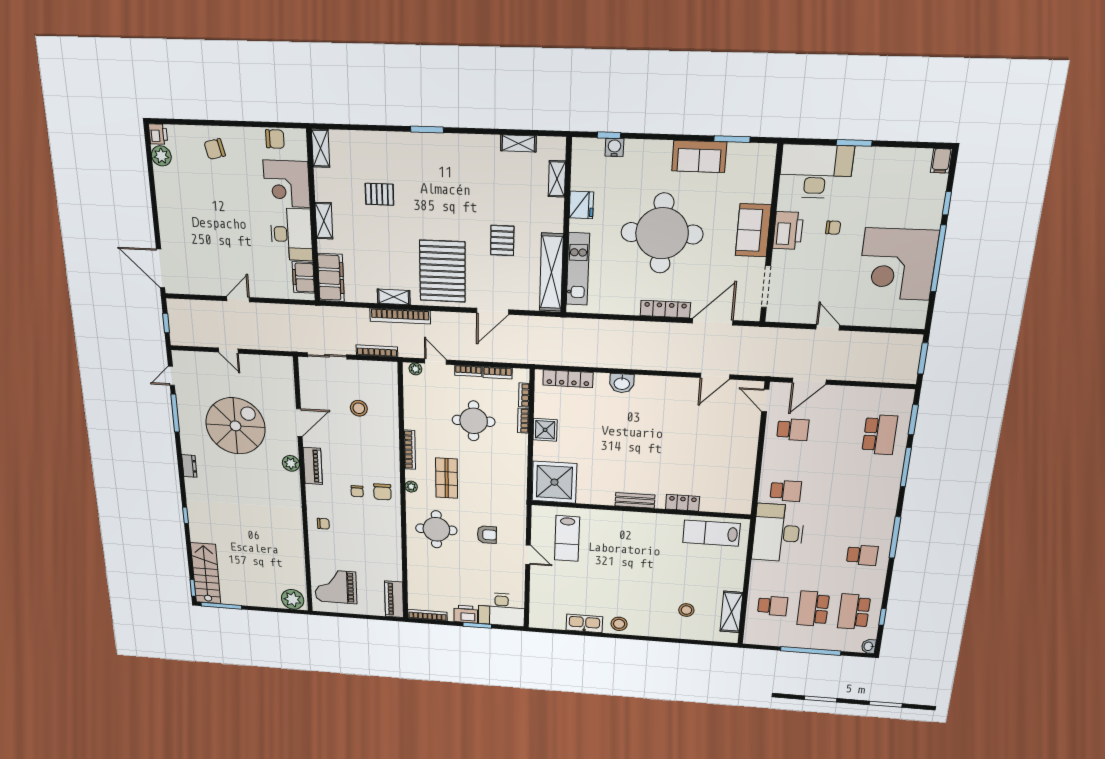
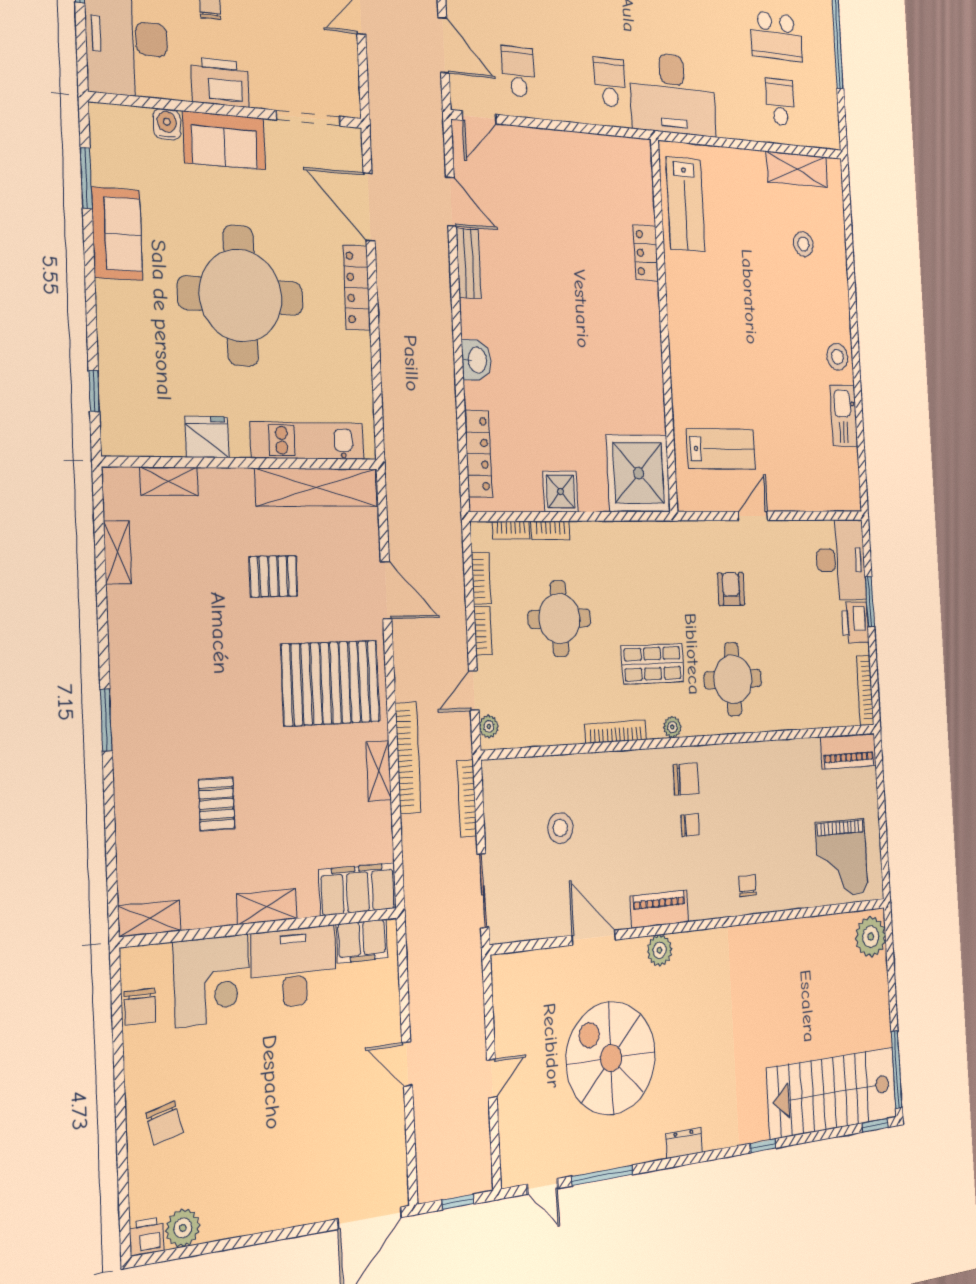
chair: (275, 139) -> (140, 1007), turned 180
water cooler: (614, 147) -> (167, 124), moved, turned 90
bench: (635, 500) -> (469, 263), moved
stairs: (206, 573) -> (832, 1093), width x1.36, depth x1.51

